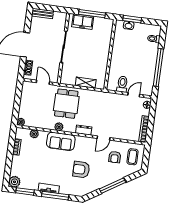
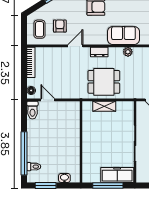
window: (132, 19) -> (46, 185), moved
freezer: (83, 22) -> (117, 175), width x1.40
window: (158, 67) -> (24, 153), moved
toilet: (122, 84) -> (32, 110), moved
door: (134, 95) -> (48, 100), swing flipped
dining table: (66, 104) -> (104, 82), moved, turned 90

